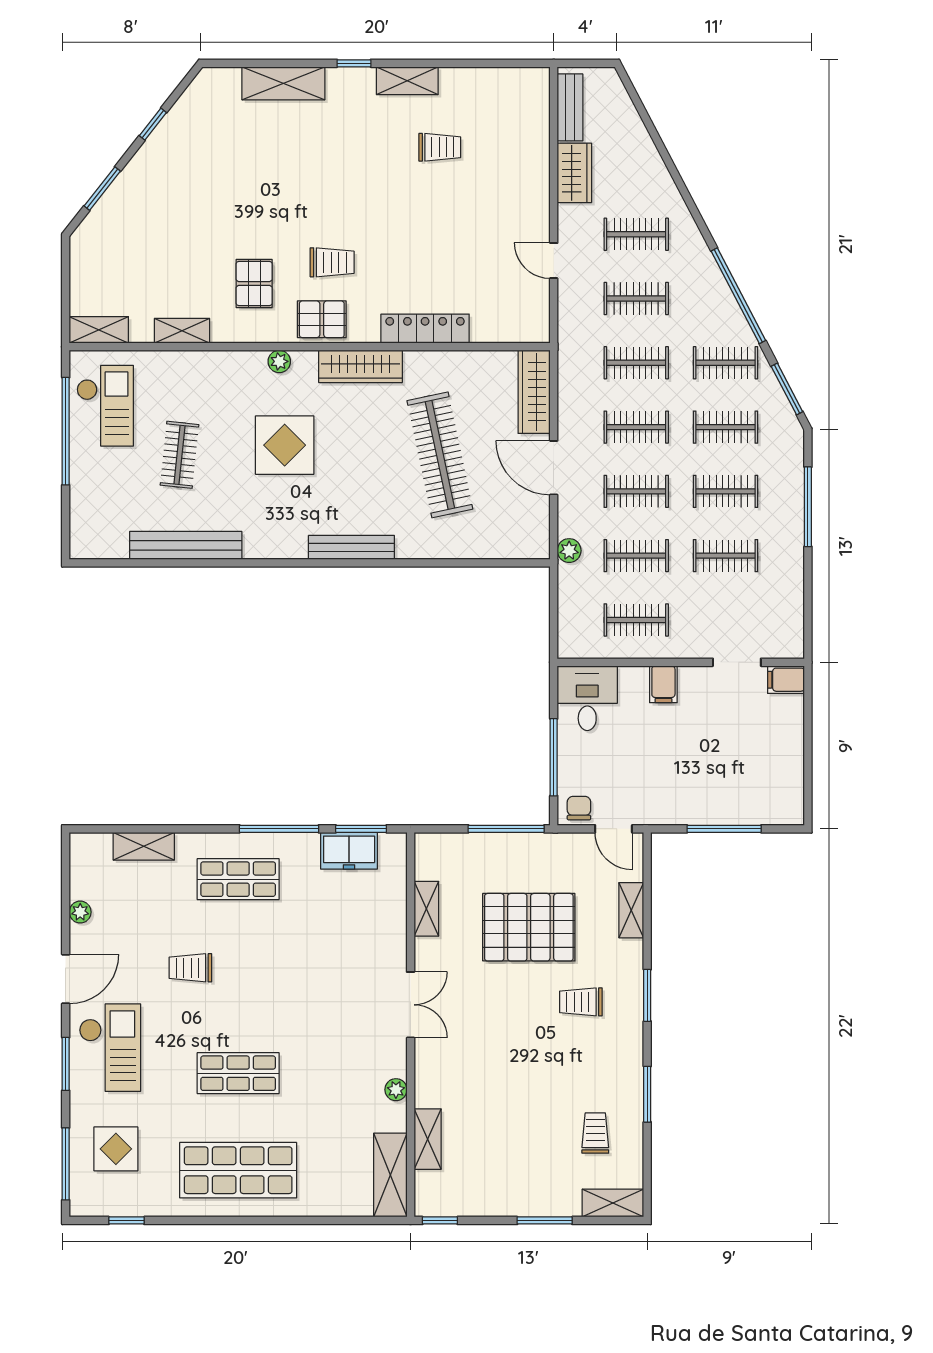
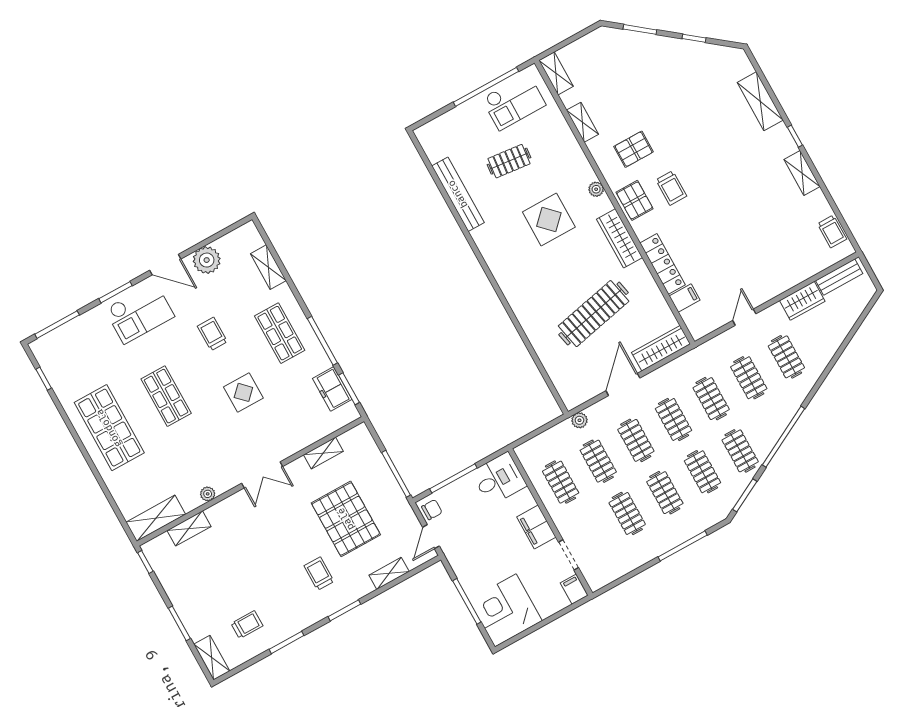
trolley: (440, 147) -> (832, 231), moved
filing cabinet: (486, 325) -> (685, 298), added
bench: (351, 547) -> (511, 292), removed
filing cabinet: (663, 684) -> (536, 527), width x2.00
corner desk: (764, 785) -> (505, 610), added
plant: (80, 912) -> (207, 260), width x1.88, depth x1.88
display table: (116, 1149) -> (243, 392), moved

